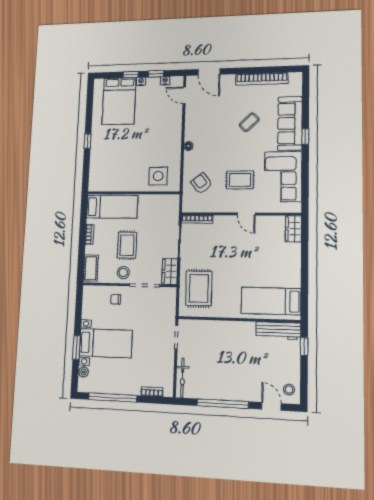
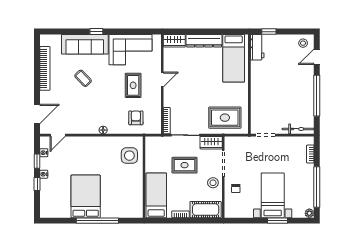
bed: (119, 101) -> (86, 196), moved, turned -90
window: (88, 141) -> (97, 221), width x3.17
armchair: (201, 183) -> (136, 118), turned 128
rug: (127, 245) -> (185, 165), moved
dresser: (293, 265) -> (204, 41), added
cot: (91, 268) -> (206, 210), width x1.37, depth x1.34
workbench: (278, 331) -> (257, 47), width x0.73
plant: (84, 372) -> (309, 213), moved

